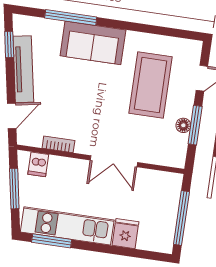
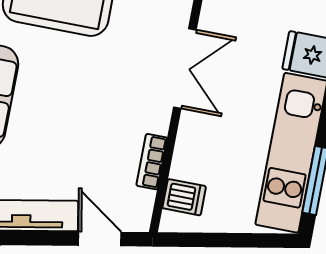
window: (14, 189) -> (224, 240), removed

